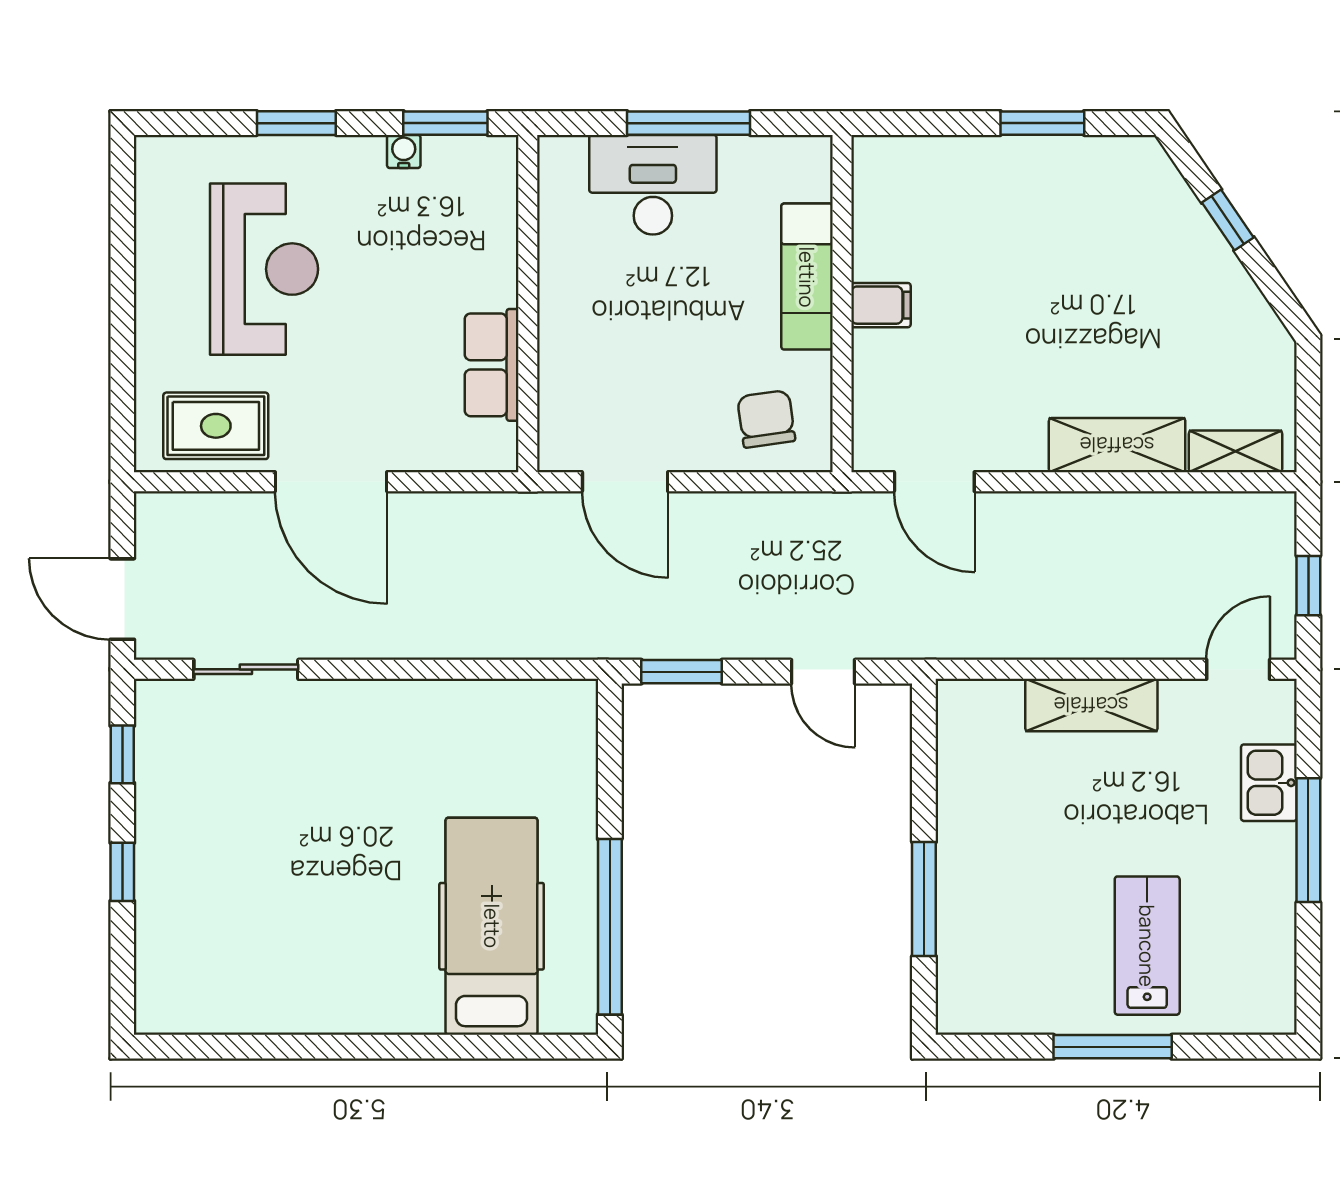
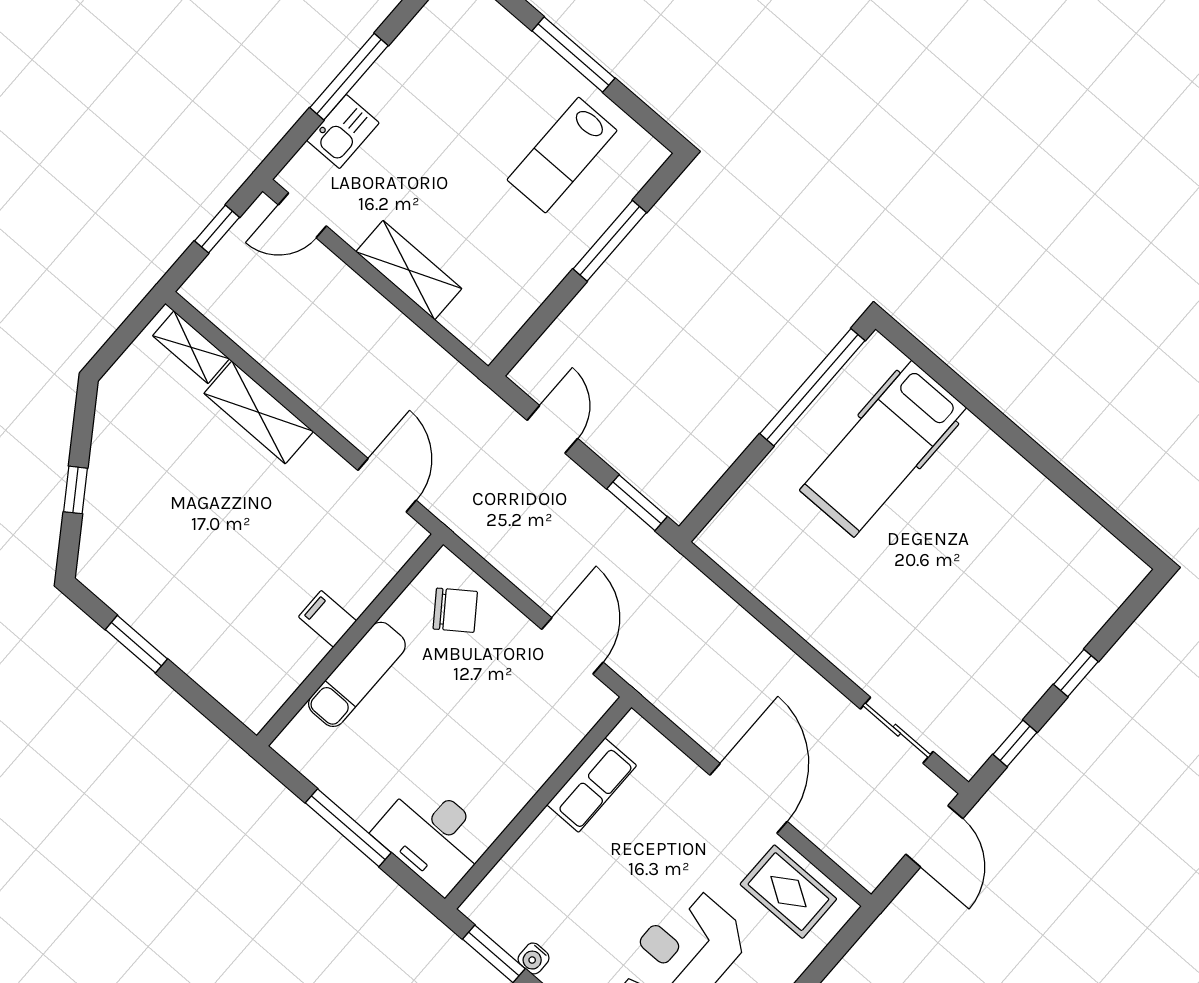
desk: (653, 185) -> (433, 836), moved
chair: (766, 419) -> (455, 610), turned -118
lab bench: (1147, 946) -> (562, 155), moved

